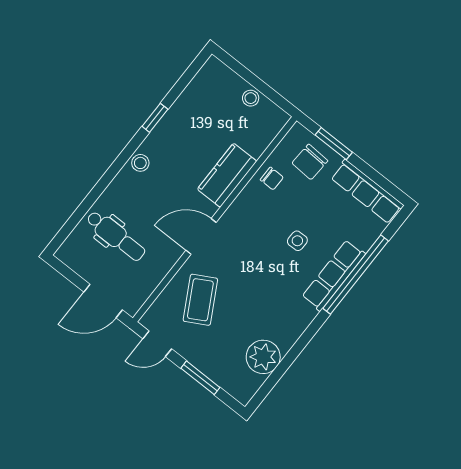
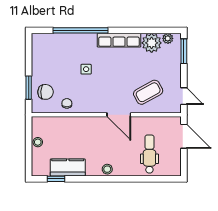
window: (155, 118) -> (56, 179), moved
kitchen counter: (227, 175) -> (68, 167), moved, turned 180
row of seats: (367, 192) -> (38, 55), removed
row of seats: (334, 275) -> (119, 40), moved
window: (200, 378) -> (184, 51), moved
plant: (252, 384) -> (168, 38), added

